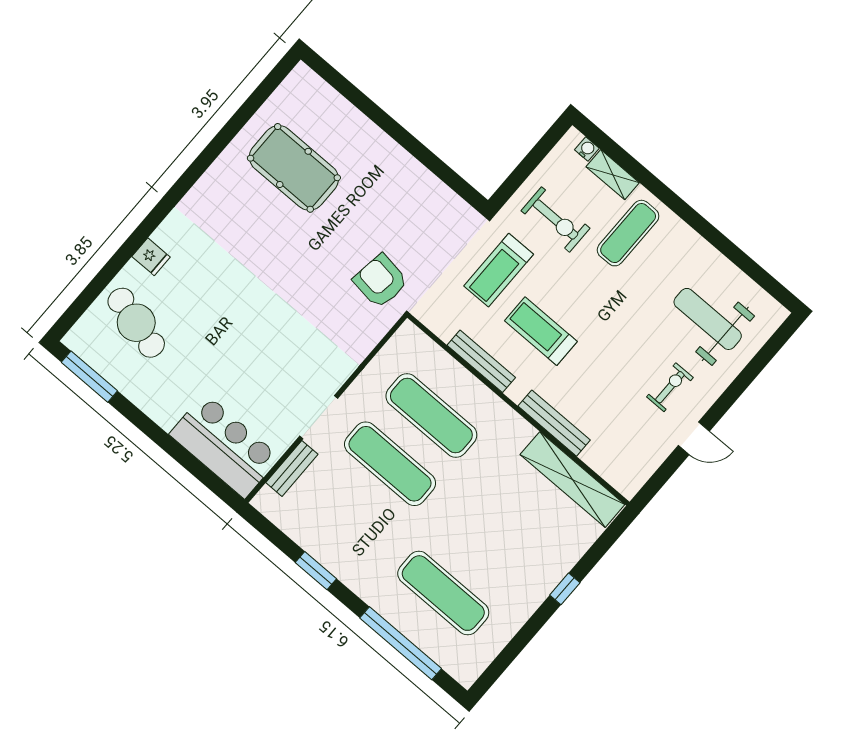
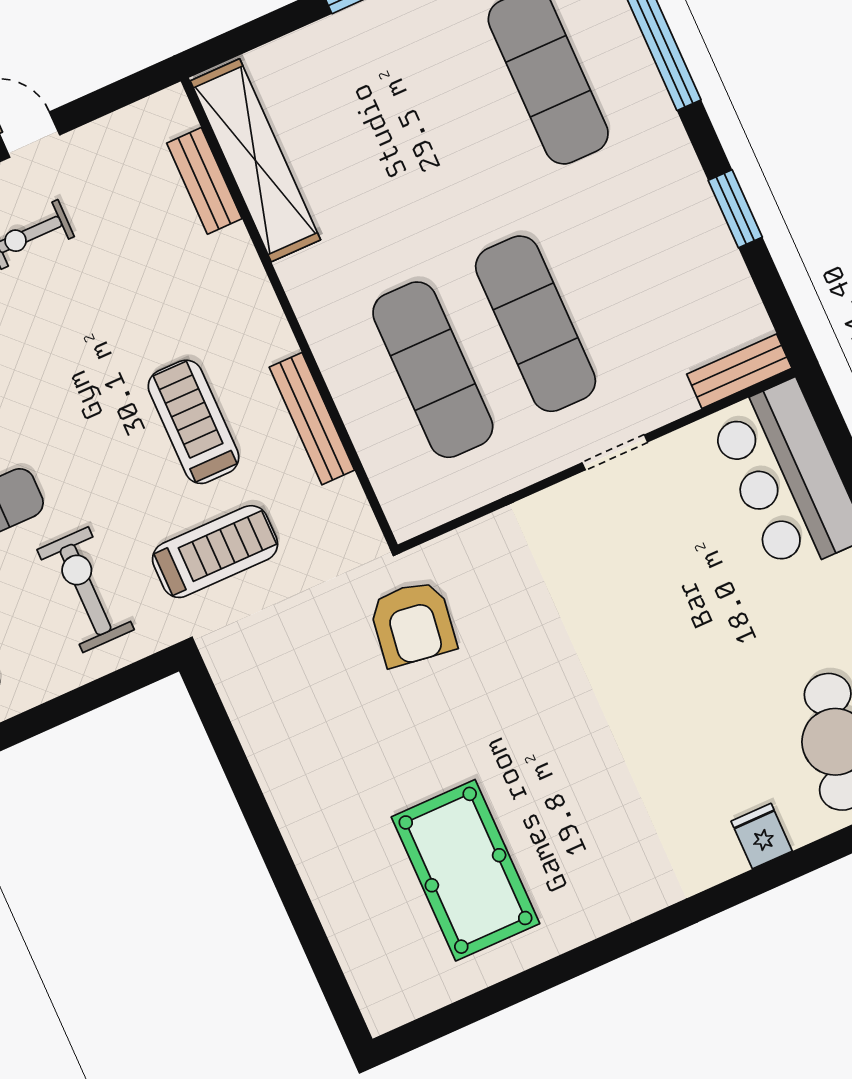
treadmill: (541, 331) -> (194, 422), turned 180
doorway: (319, 417) -> (615, 452), width x0.73
bench: (554, 423) -> (204, 181), moved, width x0.73
bench: (292, 468) -> (739, 371), moved

